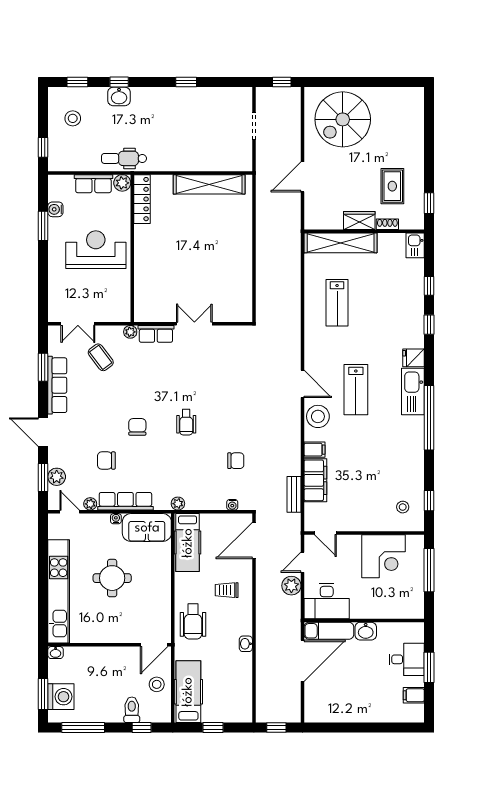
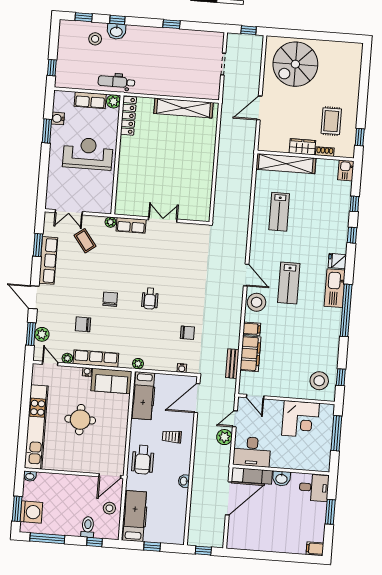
stool: (73, 118) -> (95, 39), moved
stool: (403, 507) -> (319, 381), width x1.89, depth x1.89
desk: (407, 659) -> (314, 488), moved
filing cabinet: (414, 695) -> (315, 549), moved

